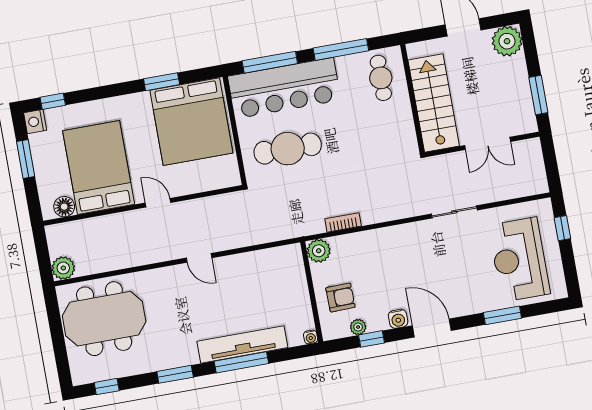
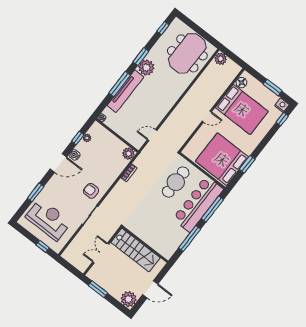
cafe table: (381, 78) -> (164, 241), removed
door: (199, 258) -> (152, 135), moved
armchair: (340, 298) -> (91, 191), moved, turned 91
plant: (182, 351) -> (146, 68), added

